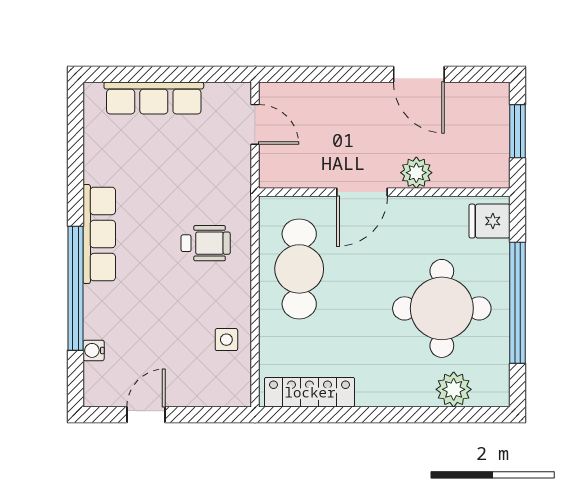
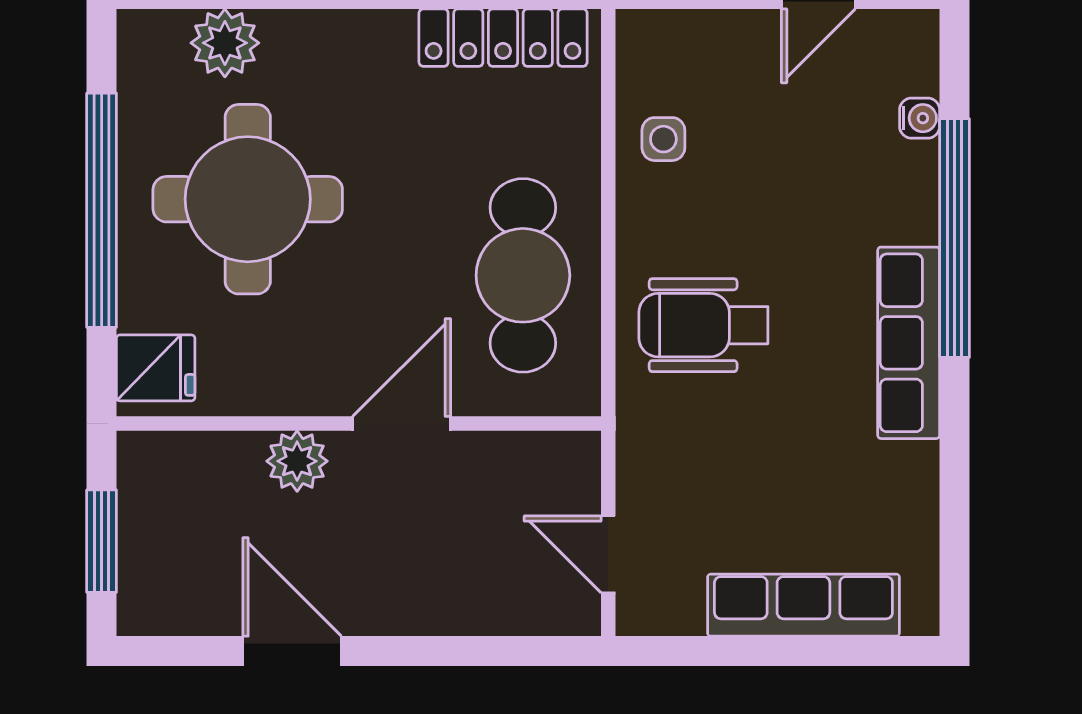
wheelchair: (206, 243) -> (703, 325), width x1.36, depth x1.37

